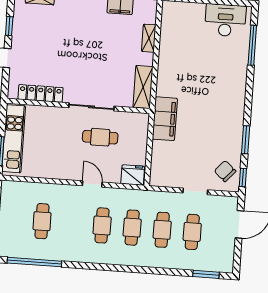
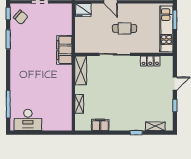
locker: (41, 93) -> (150, 61), width x0.66
cafe table: (100, 137) -> (125, 28), moved

